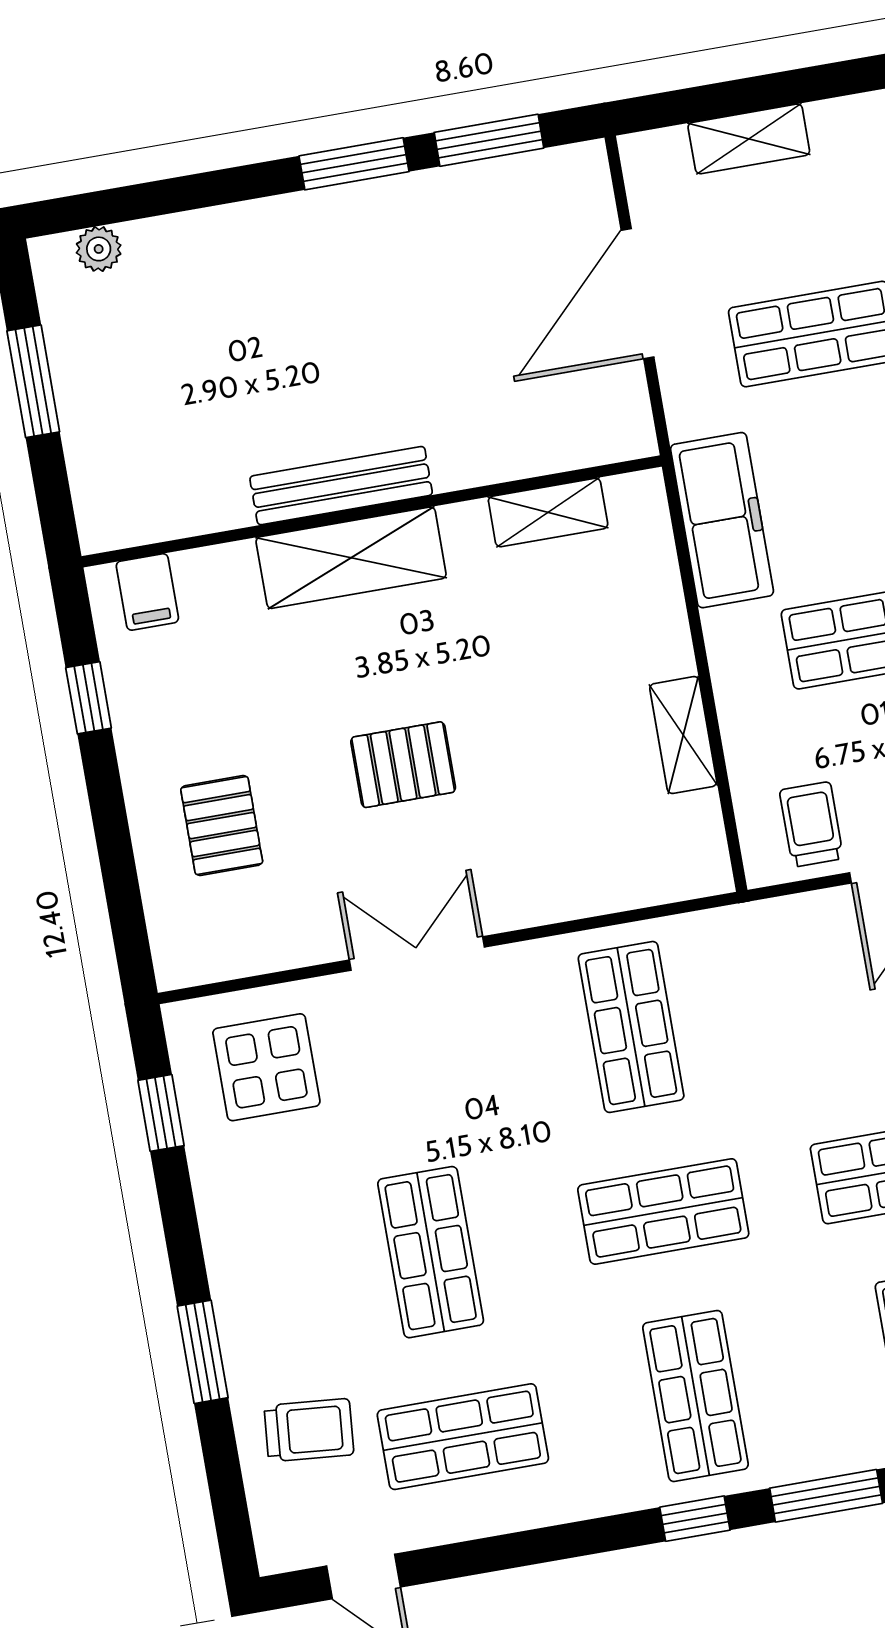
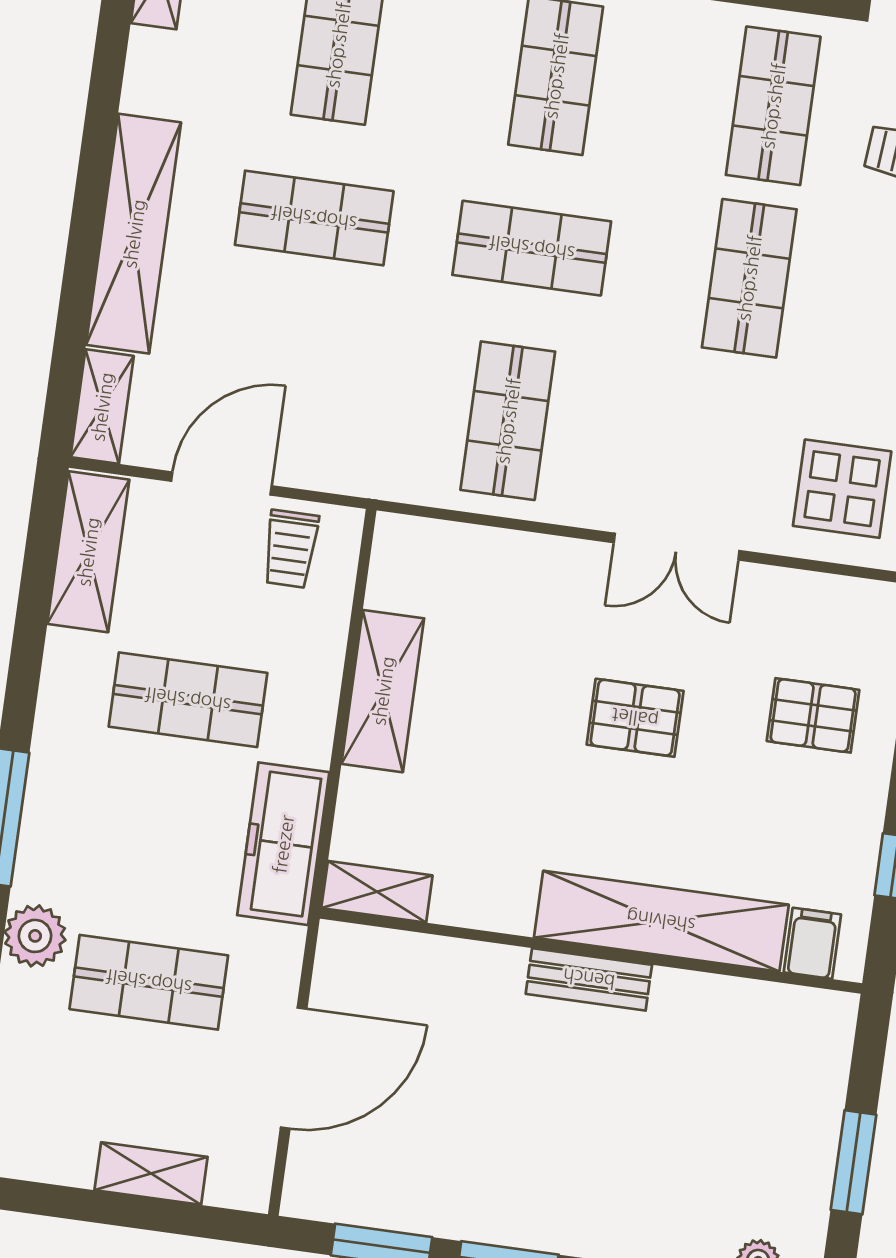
bench: (341, 486) -> (589, 979), width x0.73
shelving: (548, 512) -> (377, 892), moved
shelving: (351, 558) -> (661, 921), width x1.47
shelving: (683, 735) -> (383, 691), width x1.50, depth x1.33
pallet: (222, 826) -> (813, 715), turned 90
shop shelf: (463, 1437) -> (773, 106), turned 90

